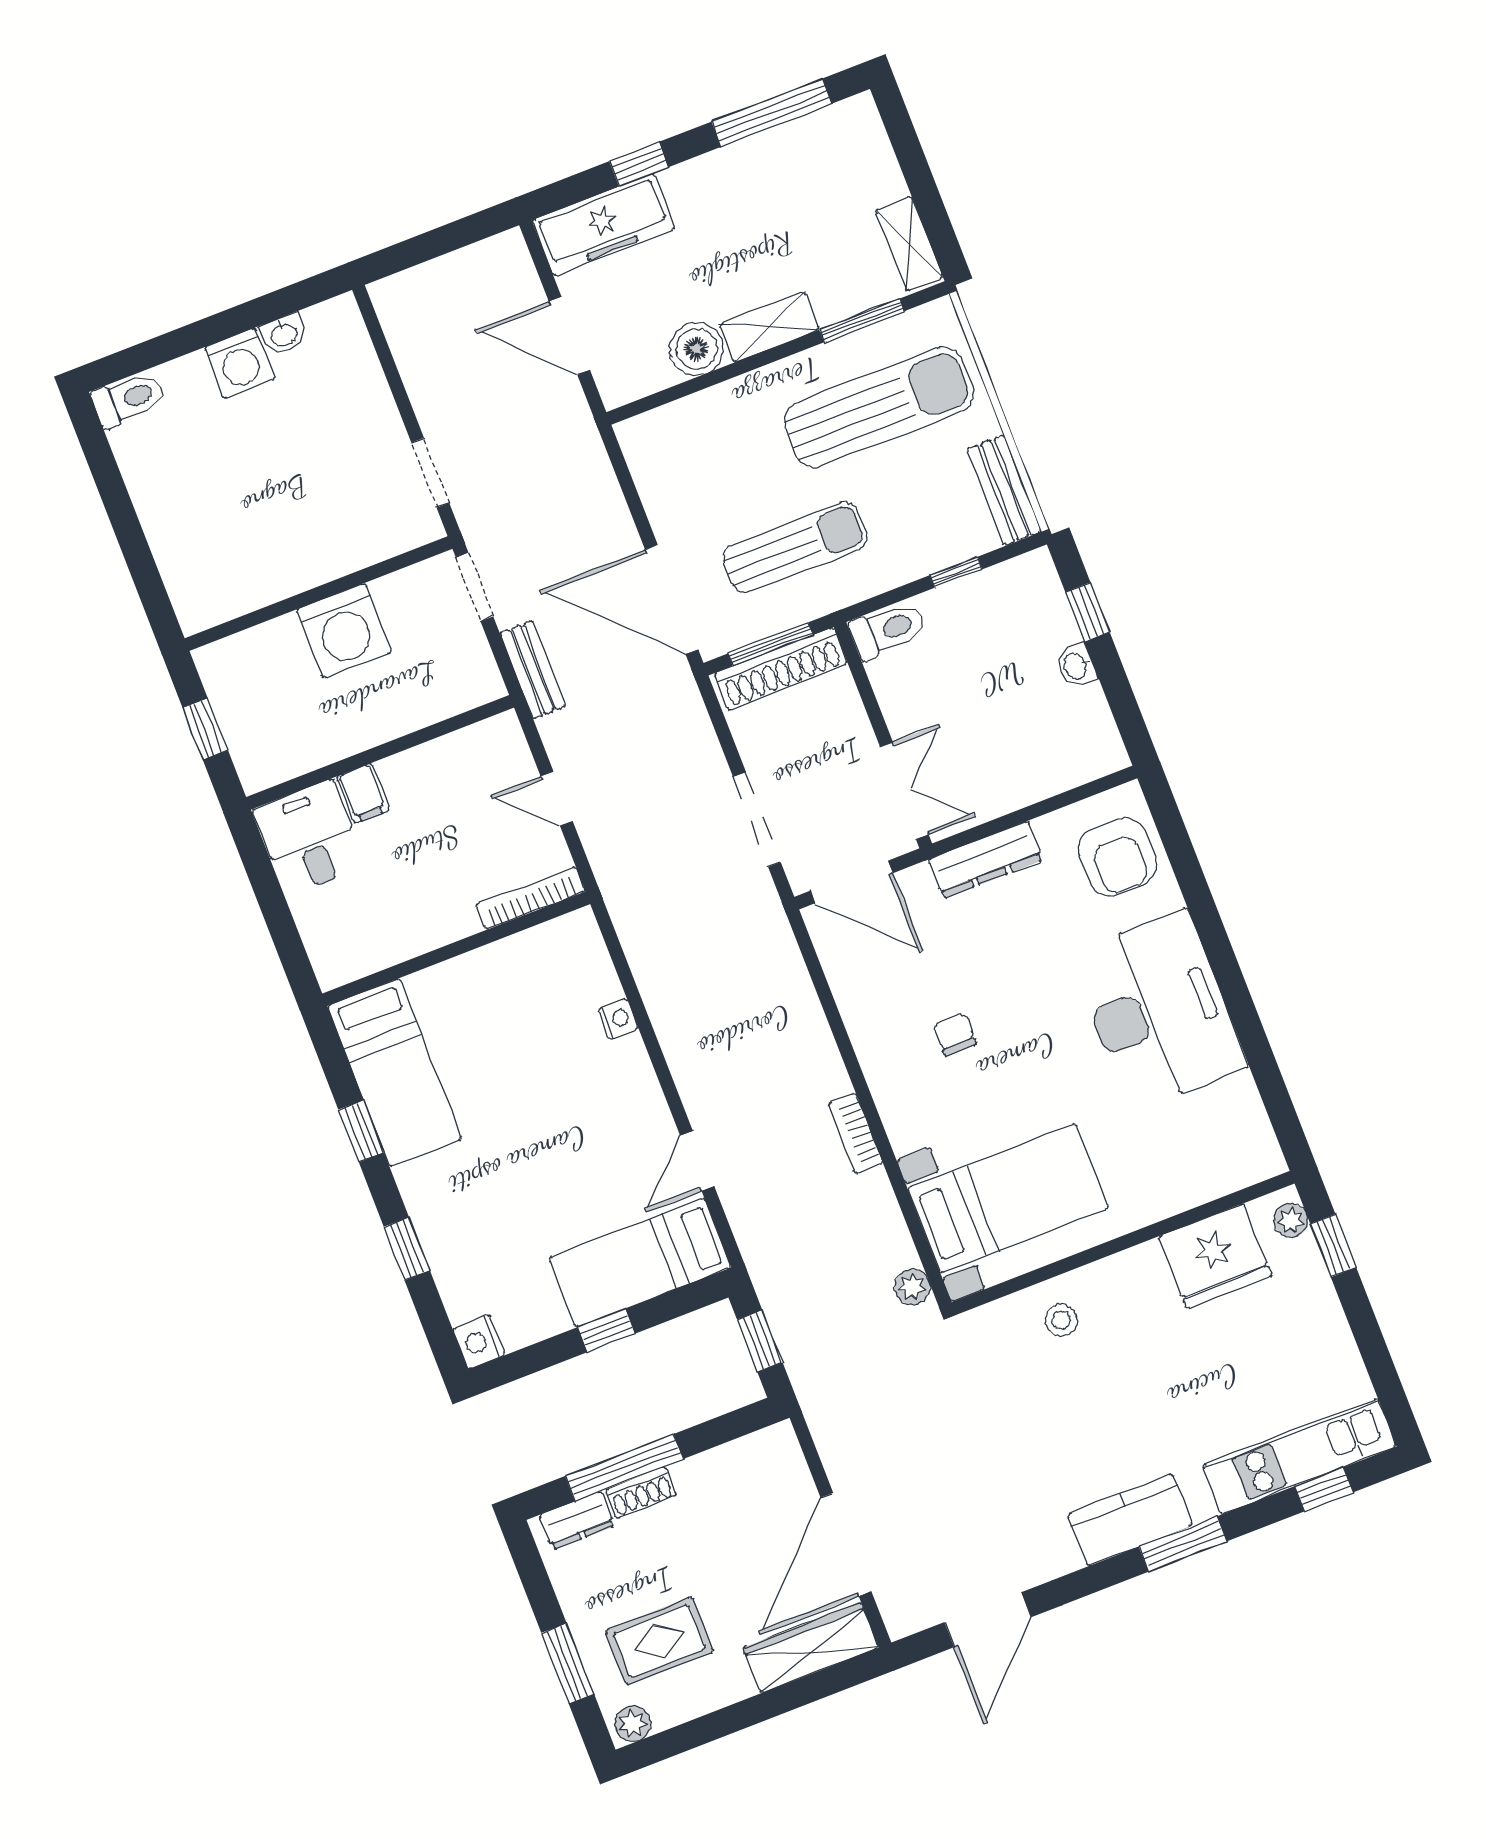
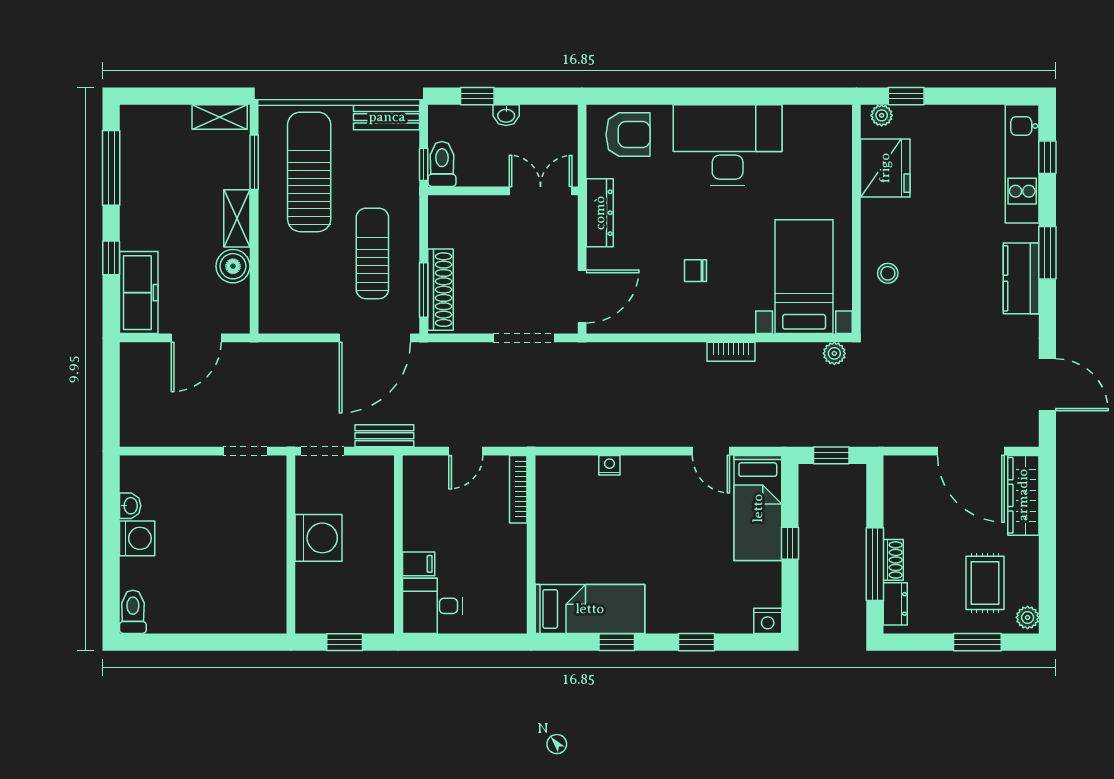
toilet: (888, 630) -> (442, 164), moved
wall: (883, 735) -> (503, 191), moved
double door: (904, 791) -> (541, 191), moved

